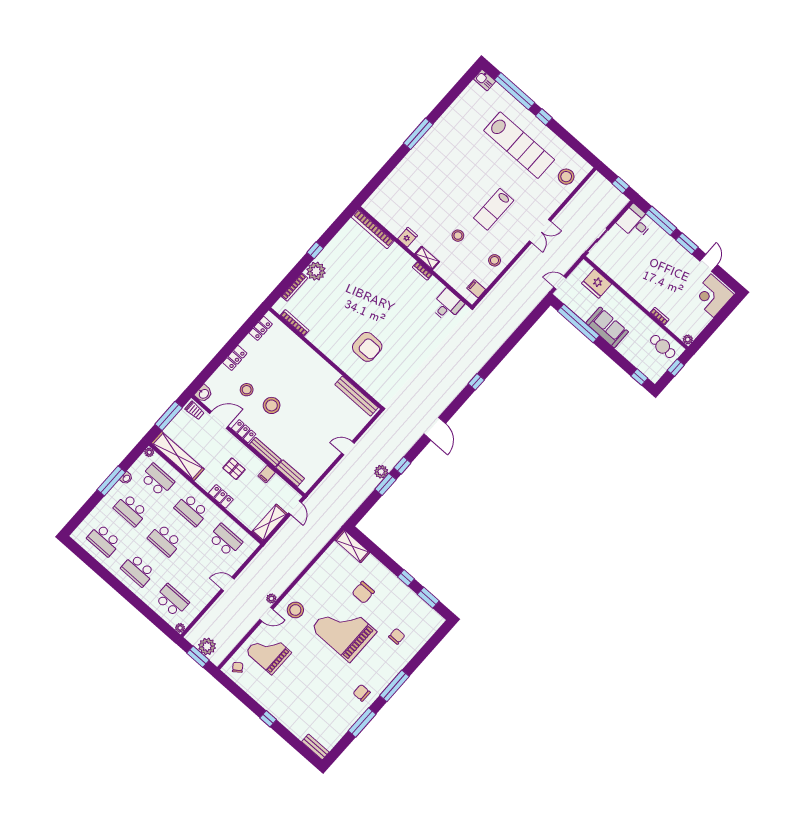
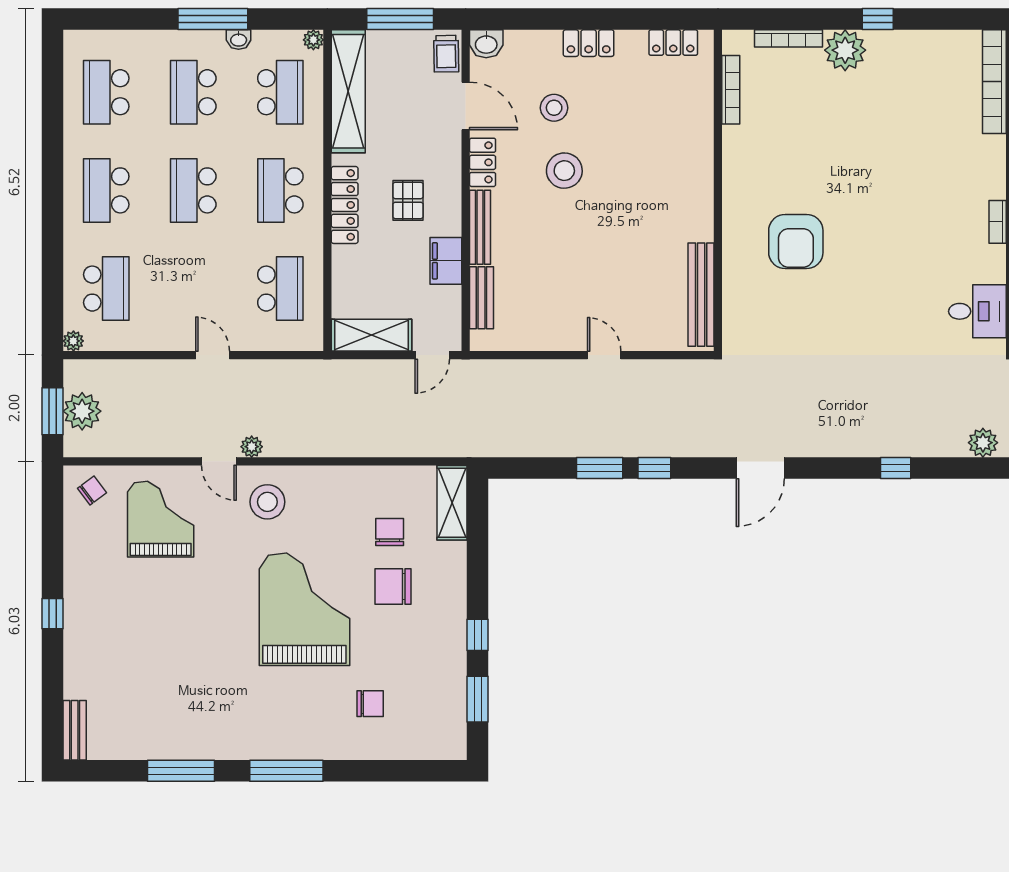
plant: (381, 472) -> (983, 443), moved
filing cabinet: (267, 474) -> (446, 261), width x2.00
locker: (221, 496) -> (345, 205), width x1.53
chair: (362, 693) -> (390, 532), moved

